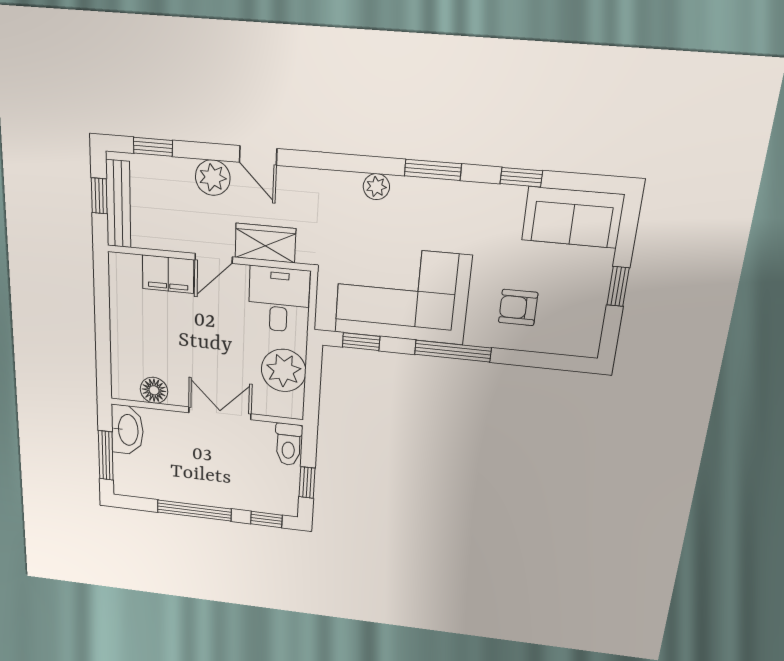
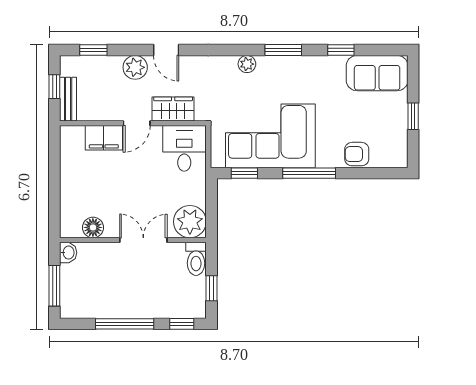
bench: (118, 204) -> (68, 99), width x0.73
armchair: (518, 308) -> (357, 154), moved
plant: (284, 370) -> (190, 222), moved
washbasin: (127, 430) -> (68, 253), width x0.52, depth x0.69

